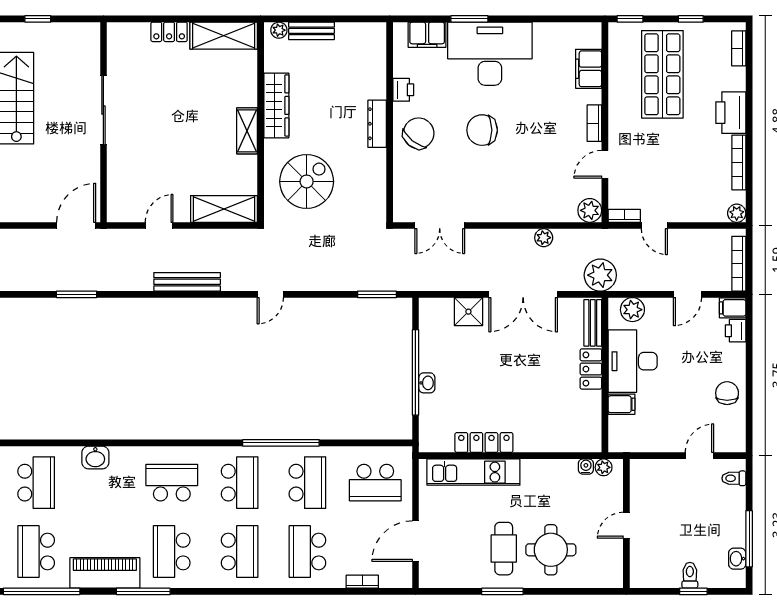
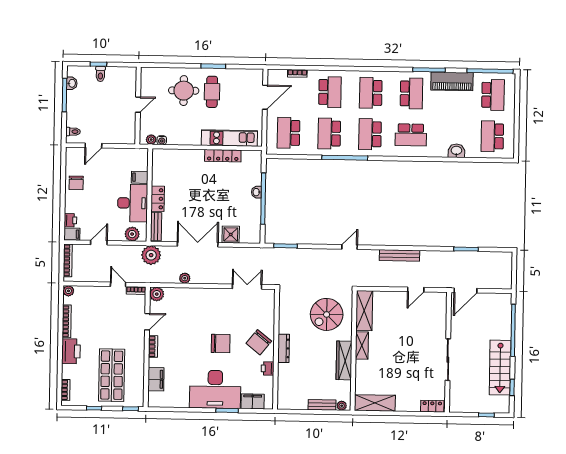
locker: (169, 32) -> (432, 406), moved
shelving: (224, 209) -> (364, 311), moved, turned 90
school desk: (375, 483) -> (288, 133), turned -90

